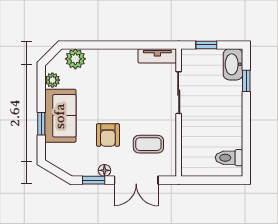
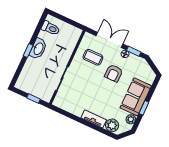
tv unit: (157, 56) -> (94, 119), moved
washbasin: (233, 64) -> (38, 49), moved
window: (246, 81) -> (28, 51), moved
window: (41, 124) -> (144, 108), moved
armchair: (108, 135) -> (114, 73), turned 180

